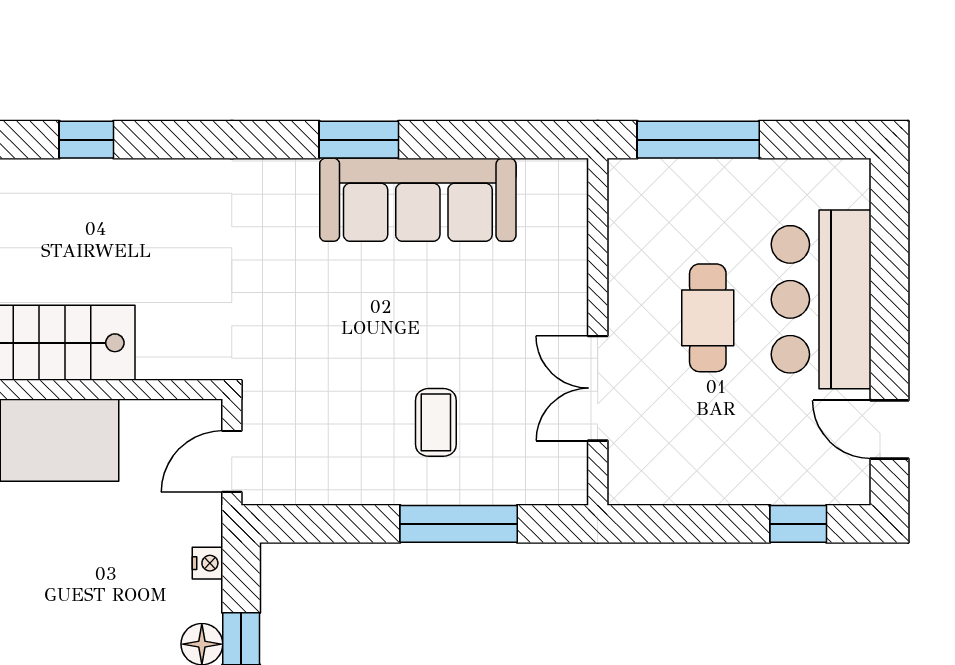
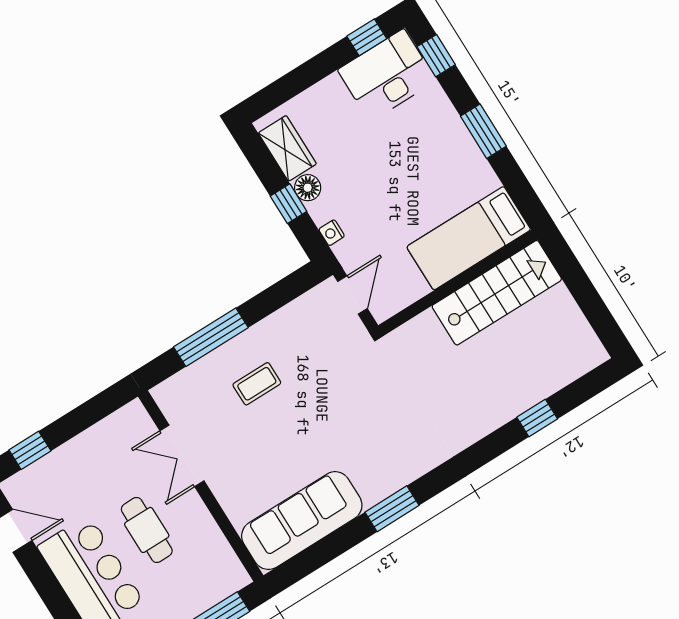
sofa: (418, 200) -> (302, 521), moved
double door: (598, 388) -> (182, 456), swing flipped
coffee table: (436, 422) -> (257, 384), turned 90

